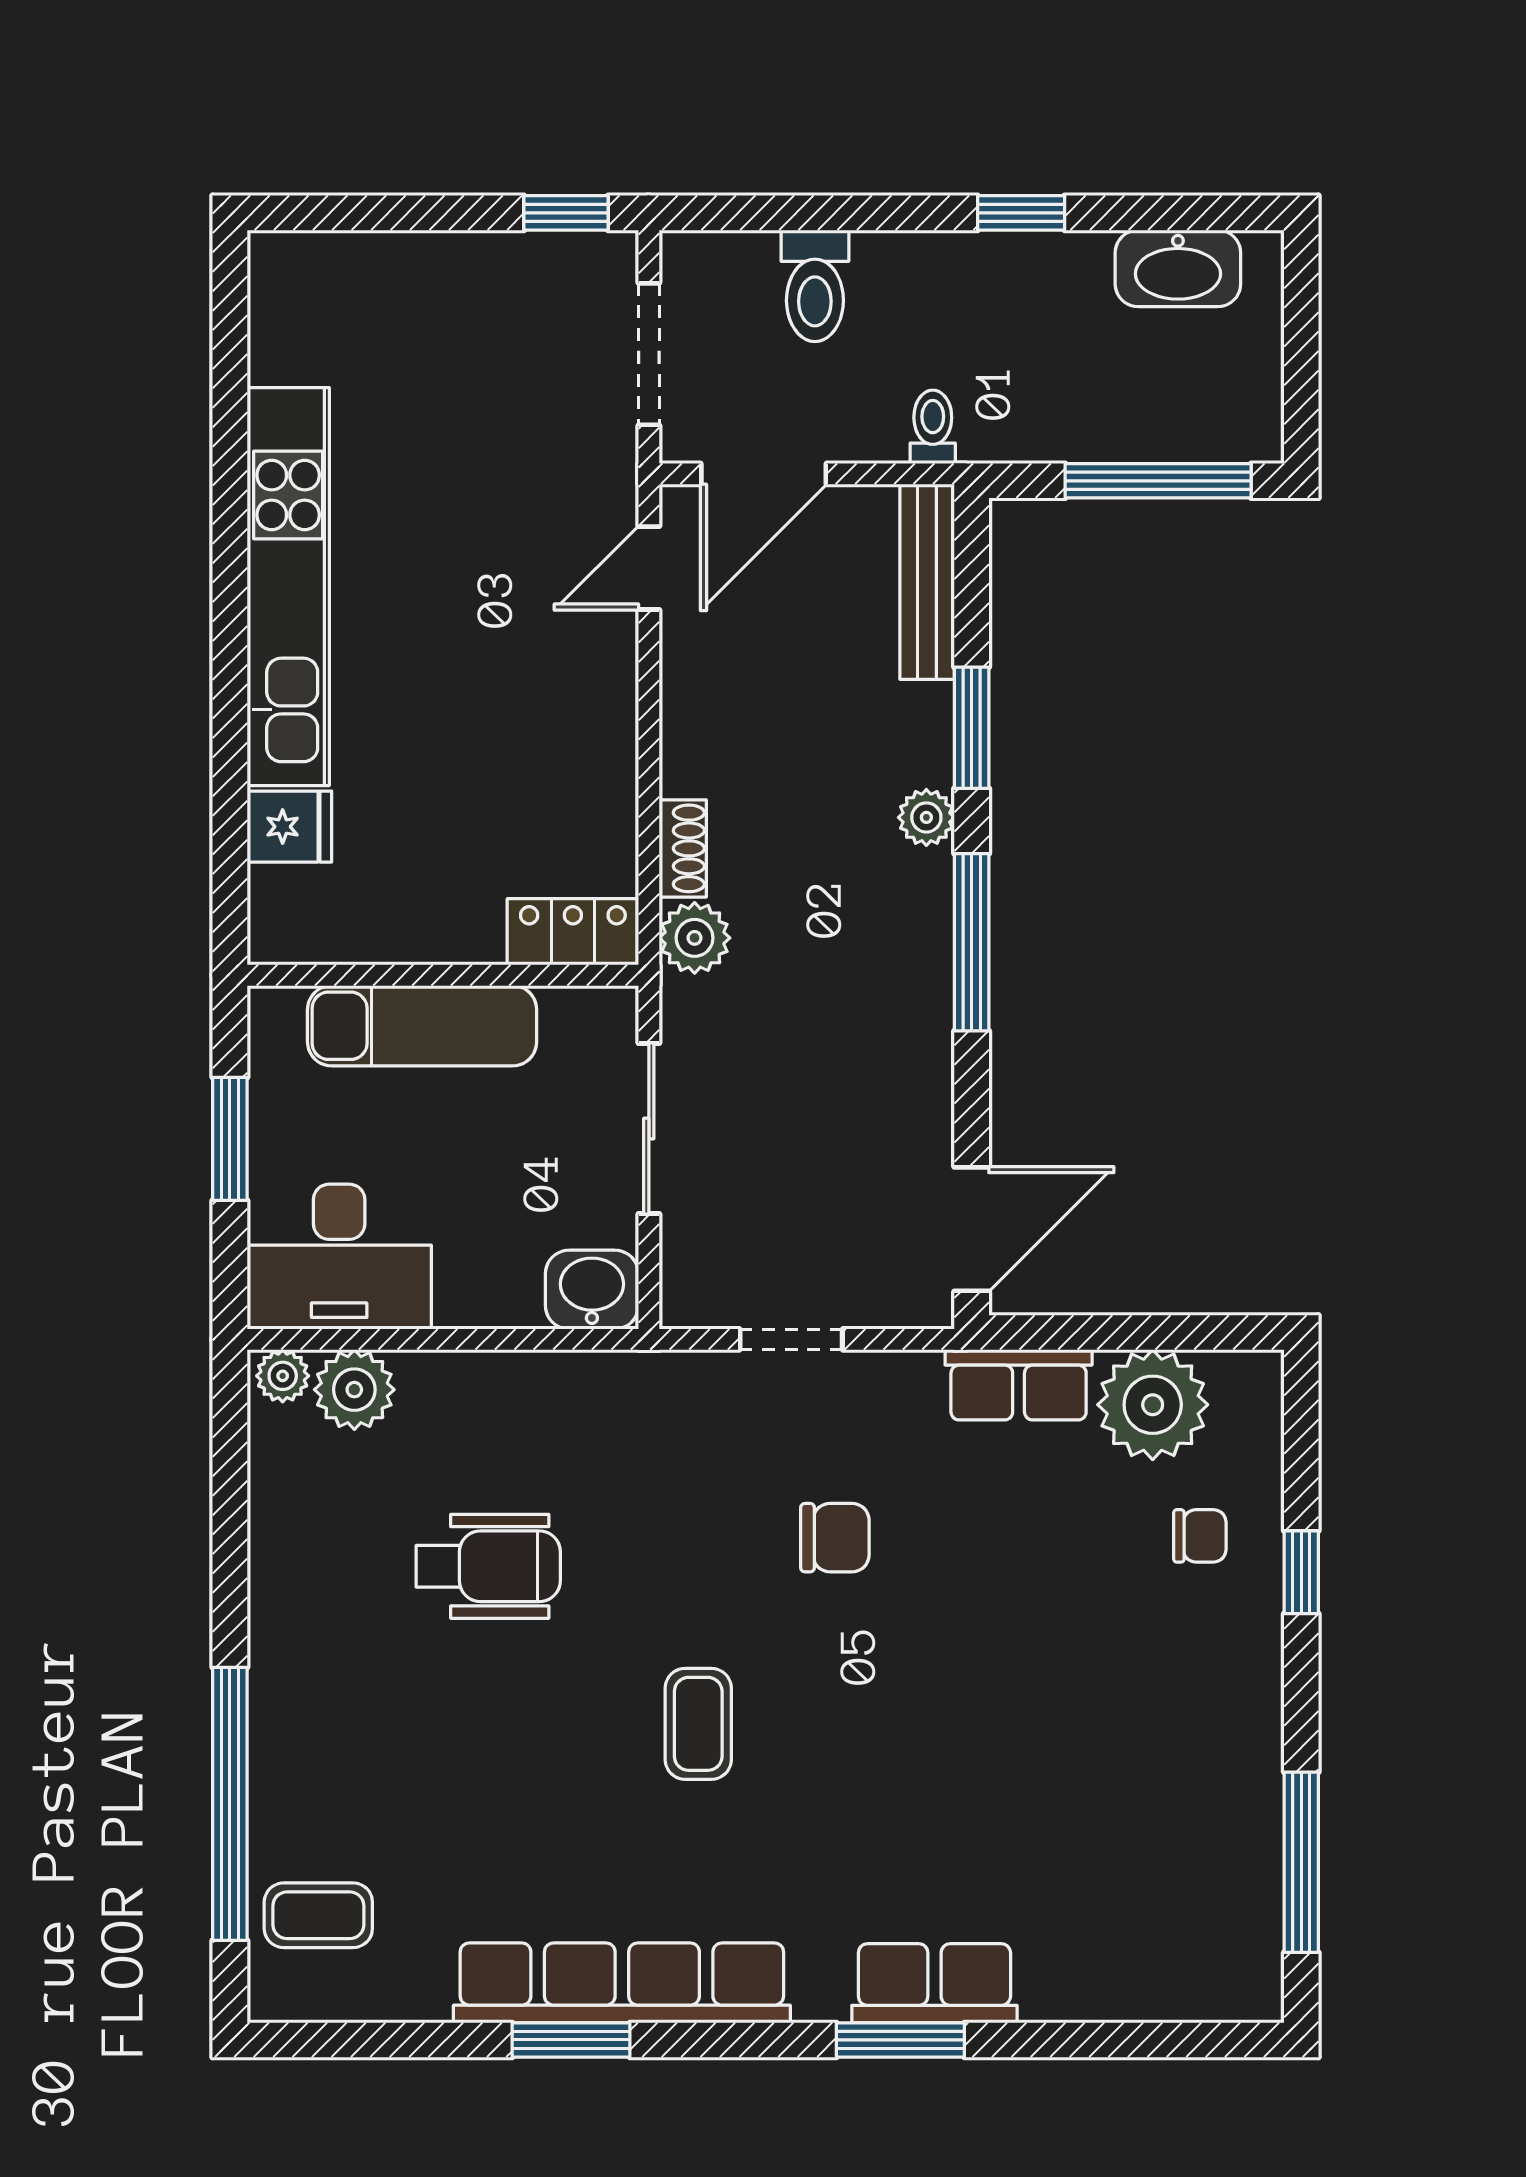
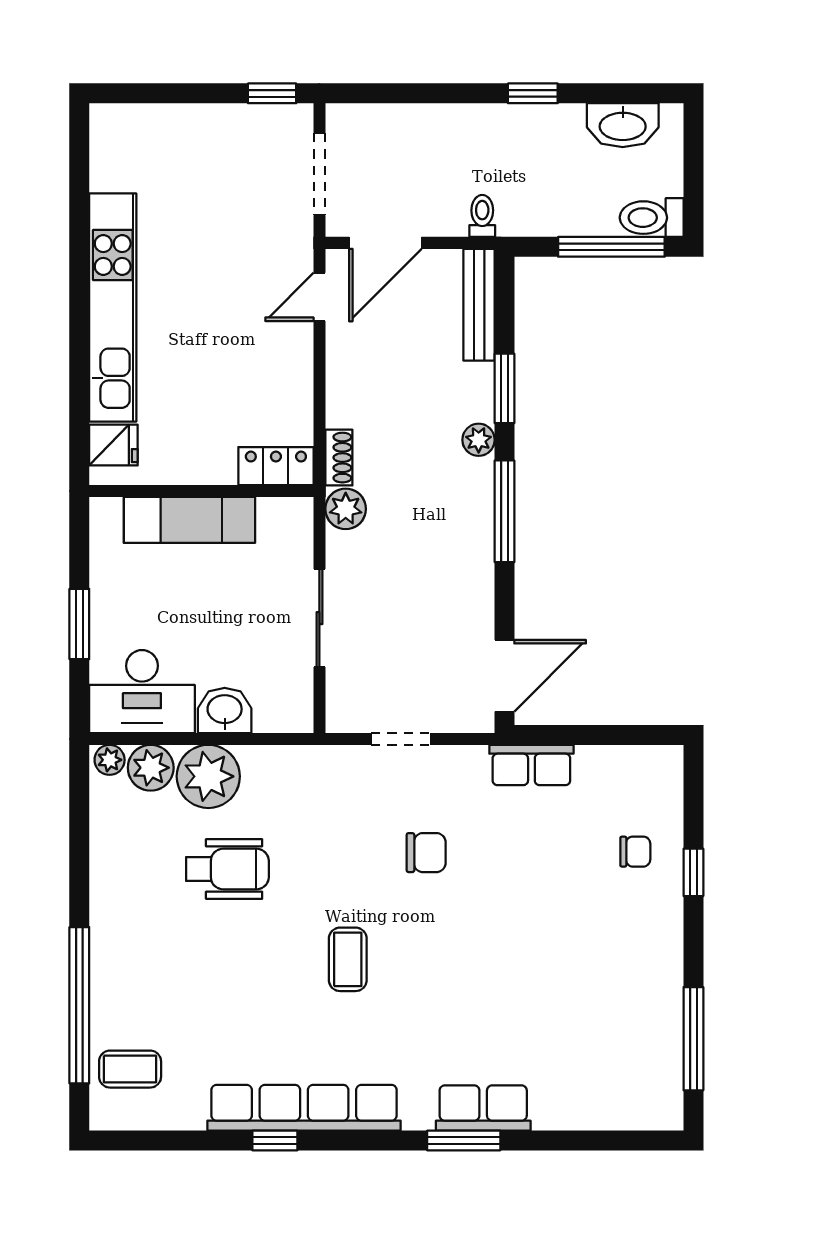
toilet: (815, 286) -> (652, 218), moved, turned 90
locker: (573, 932) -> (276, 466), moved
wall: (443, 975) -> (201, 491), moved
exam couch: (422, 1026) -> (190, 520), moved
washbasin: (592, 1290) -> (225, 710), moved
plant: (1153, 1405) -> (208, 776), moved
window: (571, 2040) -> (275, 1140), width x0.67

